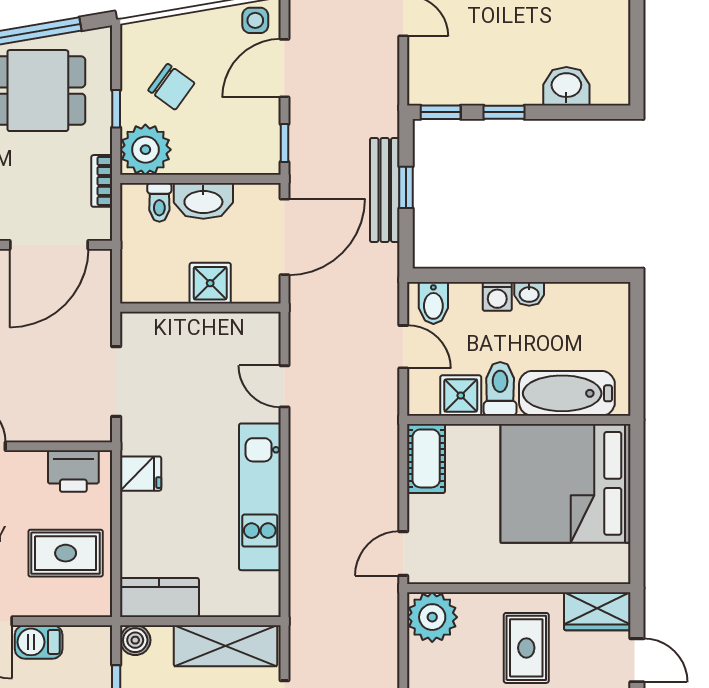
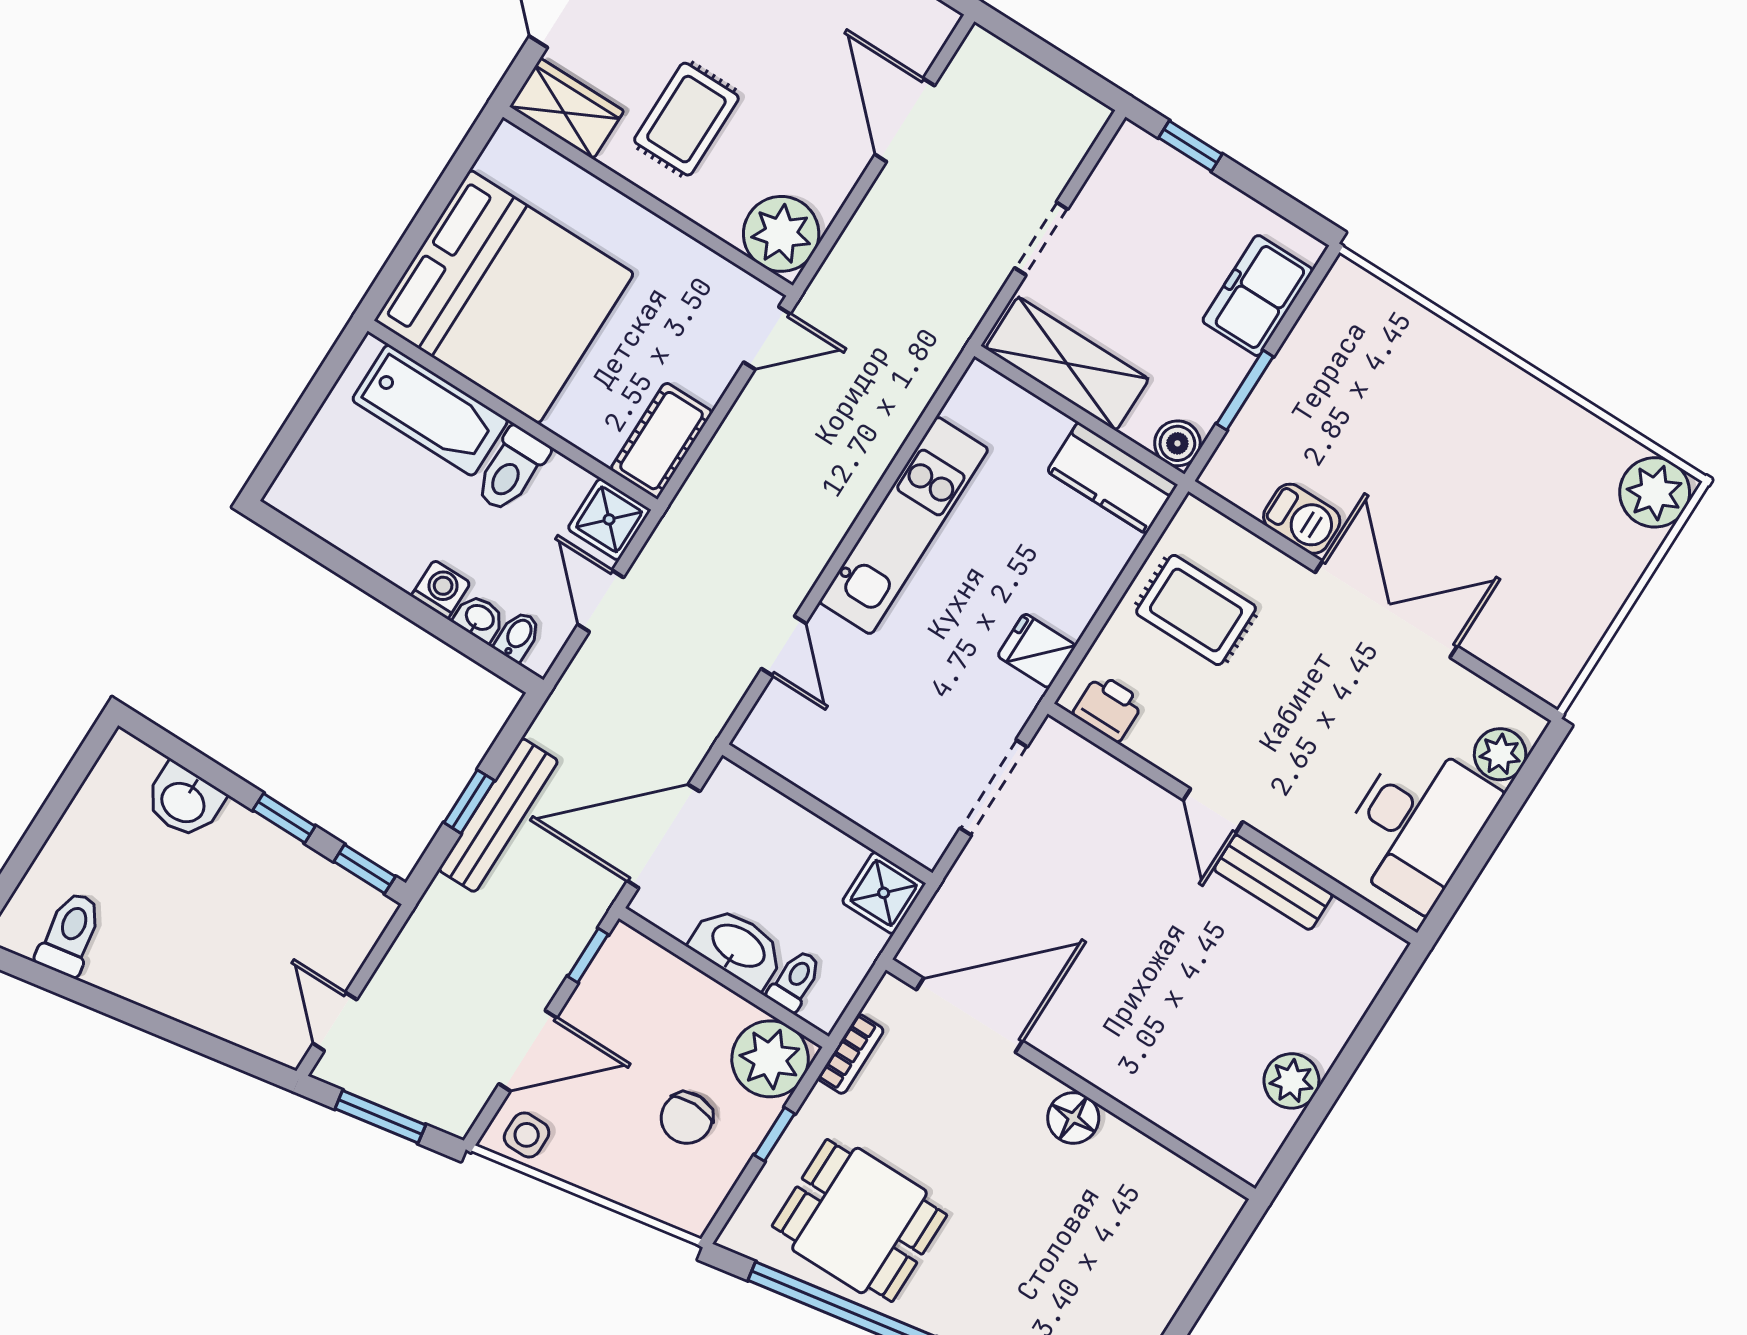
chair: (171, 87) -> (687, 1118), turned -126
shower: (210, 283) -> (884, 893), moved
washbasin: (529, 294) -> (479, 618), moved
bidet: (433, 303) -> (518, 636), width x0.72, depth x0.74
shower: (461, 396) -> (609, 519), moved
printer: (73, 471) -> (1108, 708), width x0.73, depth x0.81

